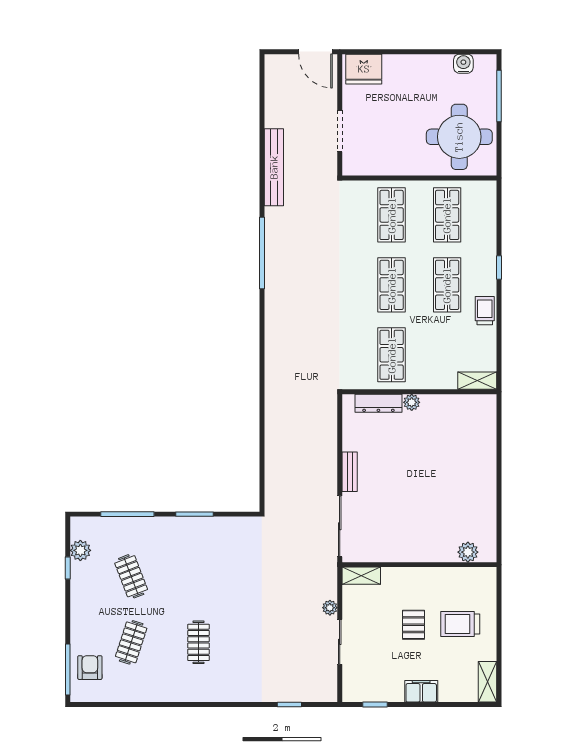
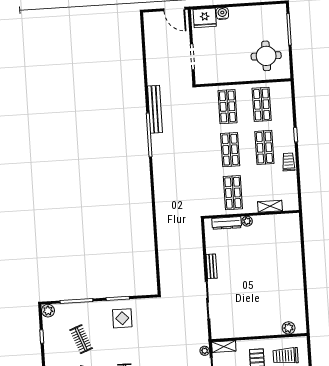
water cooler: (463, 64) -> (222, 13), moved
round table: (459, 137) -> (266, 56), width x0.73, depth x0.73
bench: (274, 167) -> (155, 109), moved
shelving: (477, 381) -> (270, 206), moved
display table: (200, 547) -> (122, 318), added
plant: (80, 550) -> (48, 311), moved
plant: (468, 552) -> (289, 328), moved
wall: (419, 565) -> (259, 338), moved
shelving: (361, 576) -> (224, 347), moved

